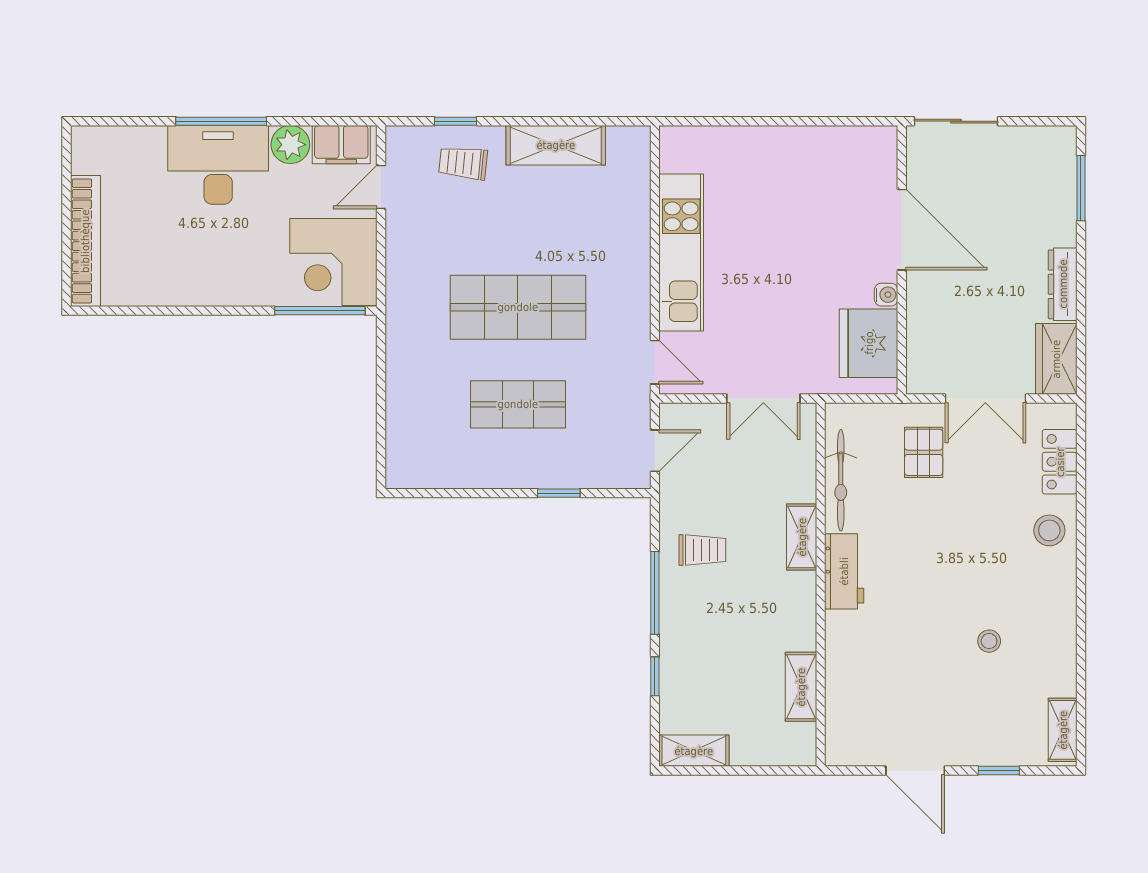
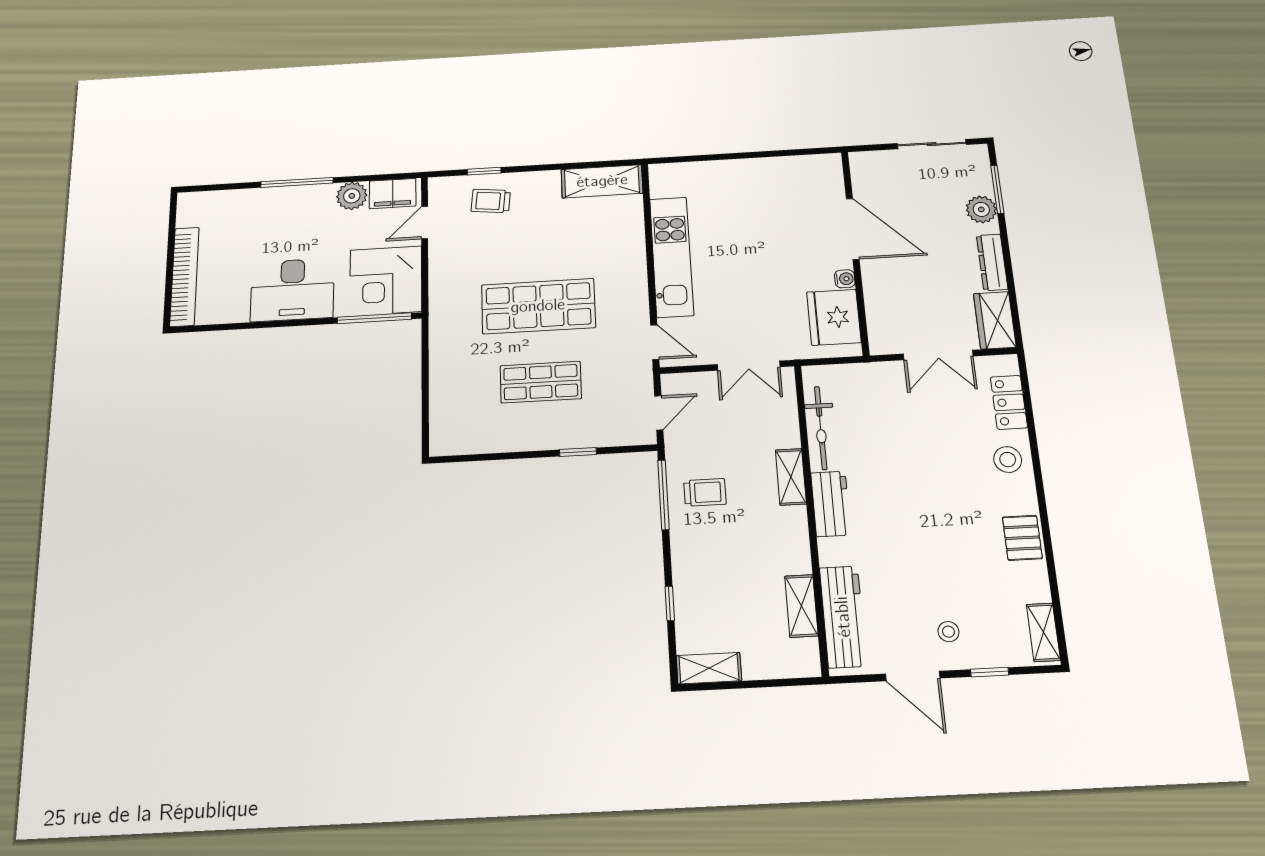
sliding door: (956, 121) -> (932, 144), moved
shelving: (556, 145) -> (602, 181), moved
desk: (218, 165) -> (292, 290), moved, turned 180
plant: (1059, 214) -> (981, 209), added
pallet: (924, 452) -> (1022, 538), moved
window: (655, 593) -> (663, 495), moved
stool: (989, 641) -> (948, 632), moved
workbench: (846, 701) -> (843, 617), added

